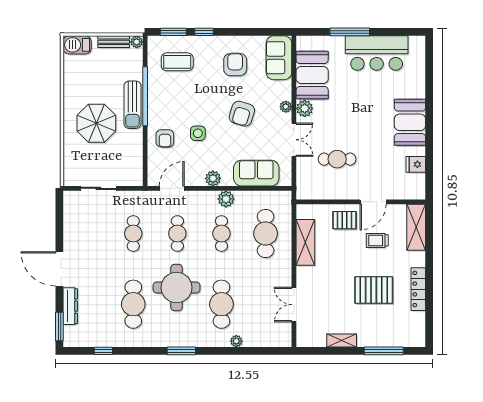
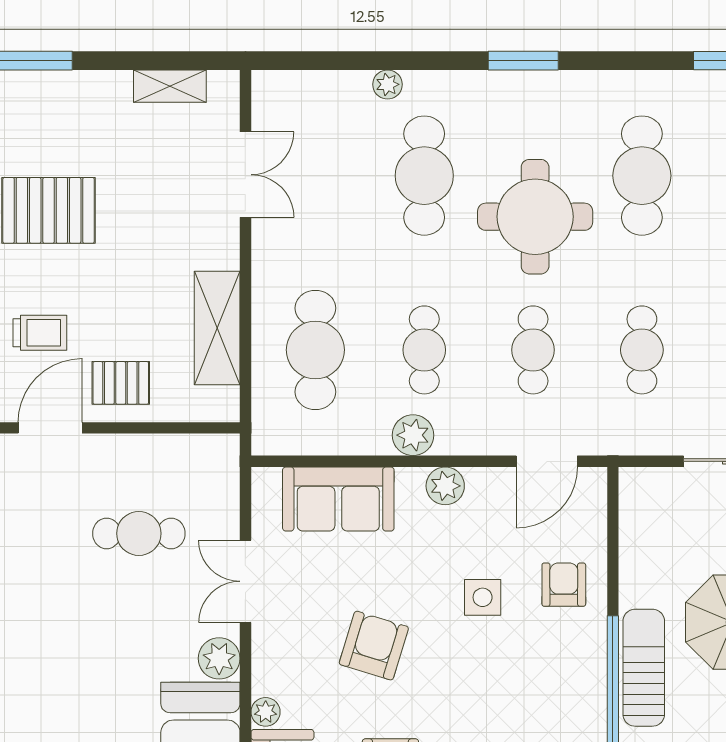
plant: (286, 107) -> (266, 712), moved
shelving: (342, 340) -> (170, 86), moved

